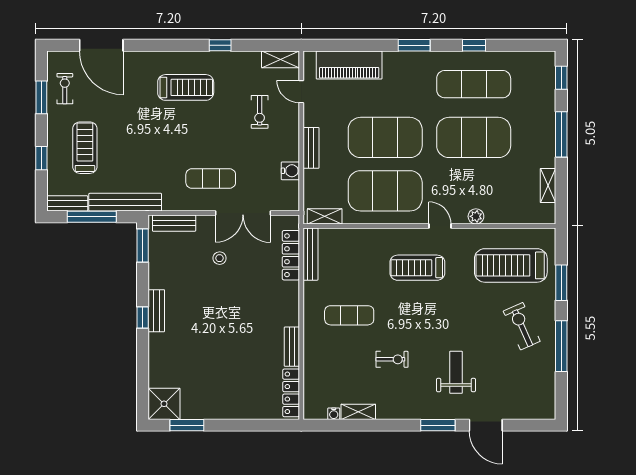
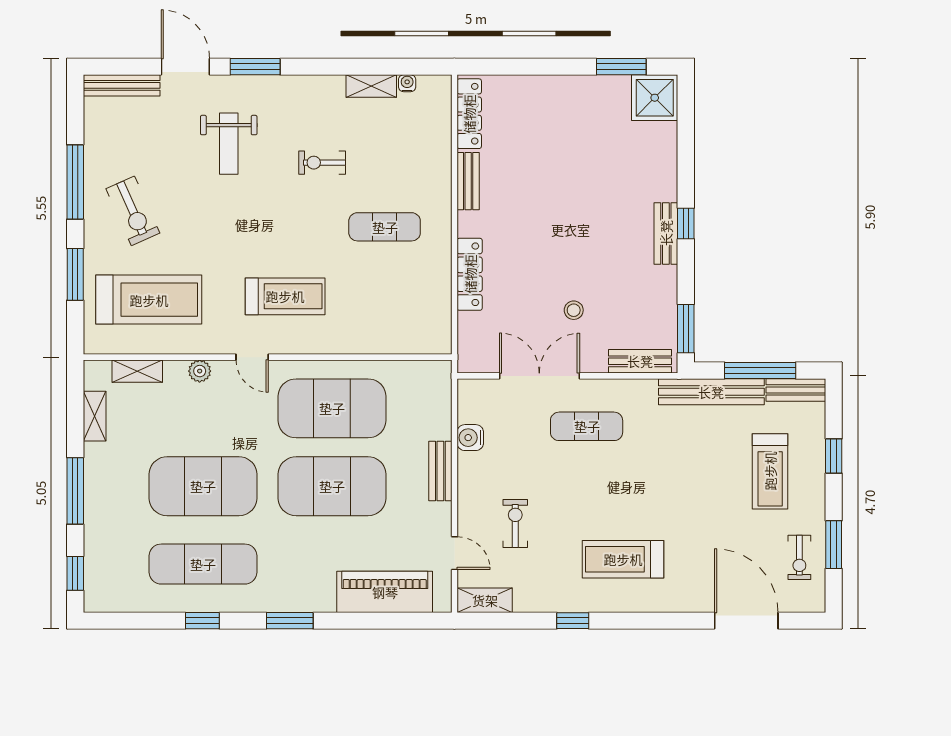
shelving: (325, 216) -> (137, 371), moved
bench: (310, 254) -> (122, 85), moved, turned 90
locker: (291, 255) -> (470, 274), moved

